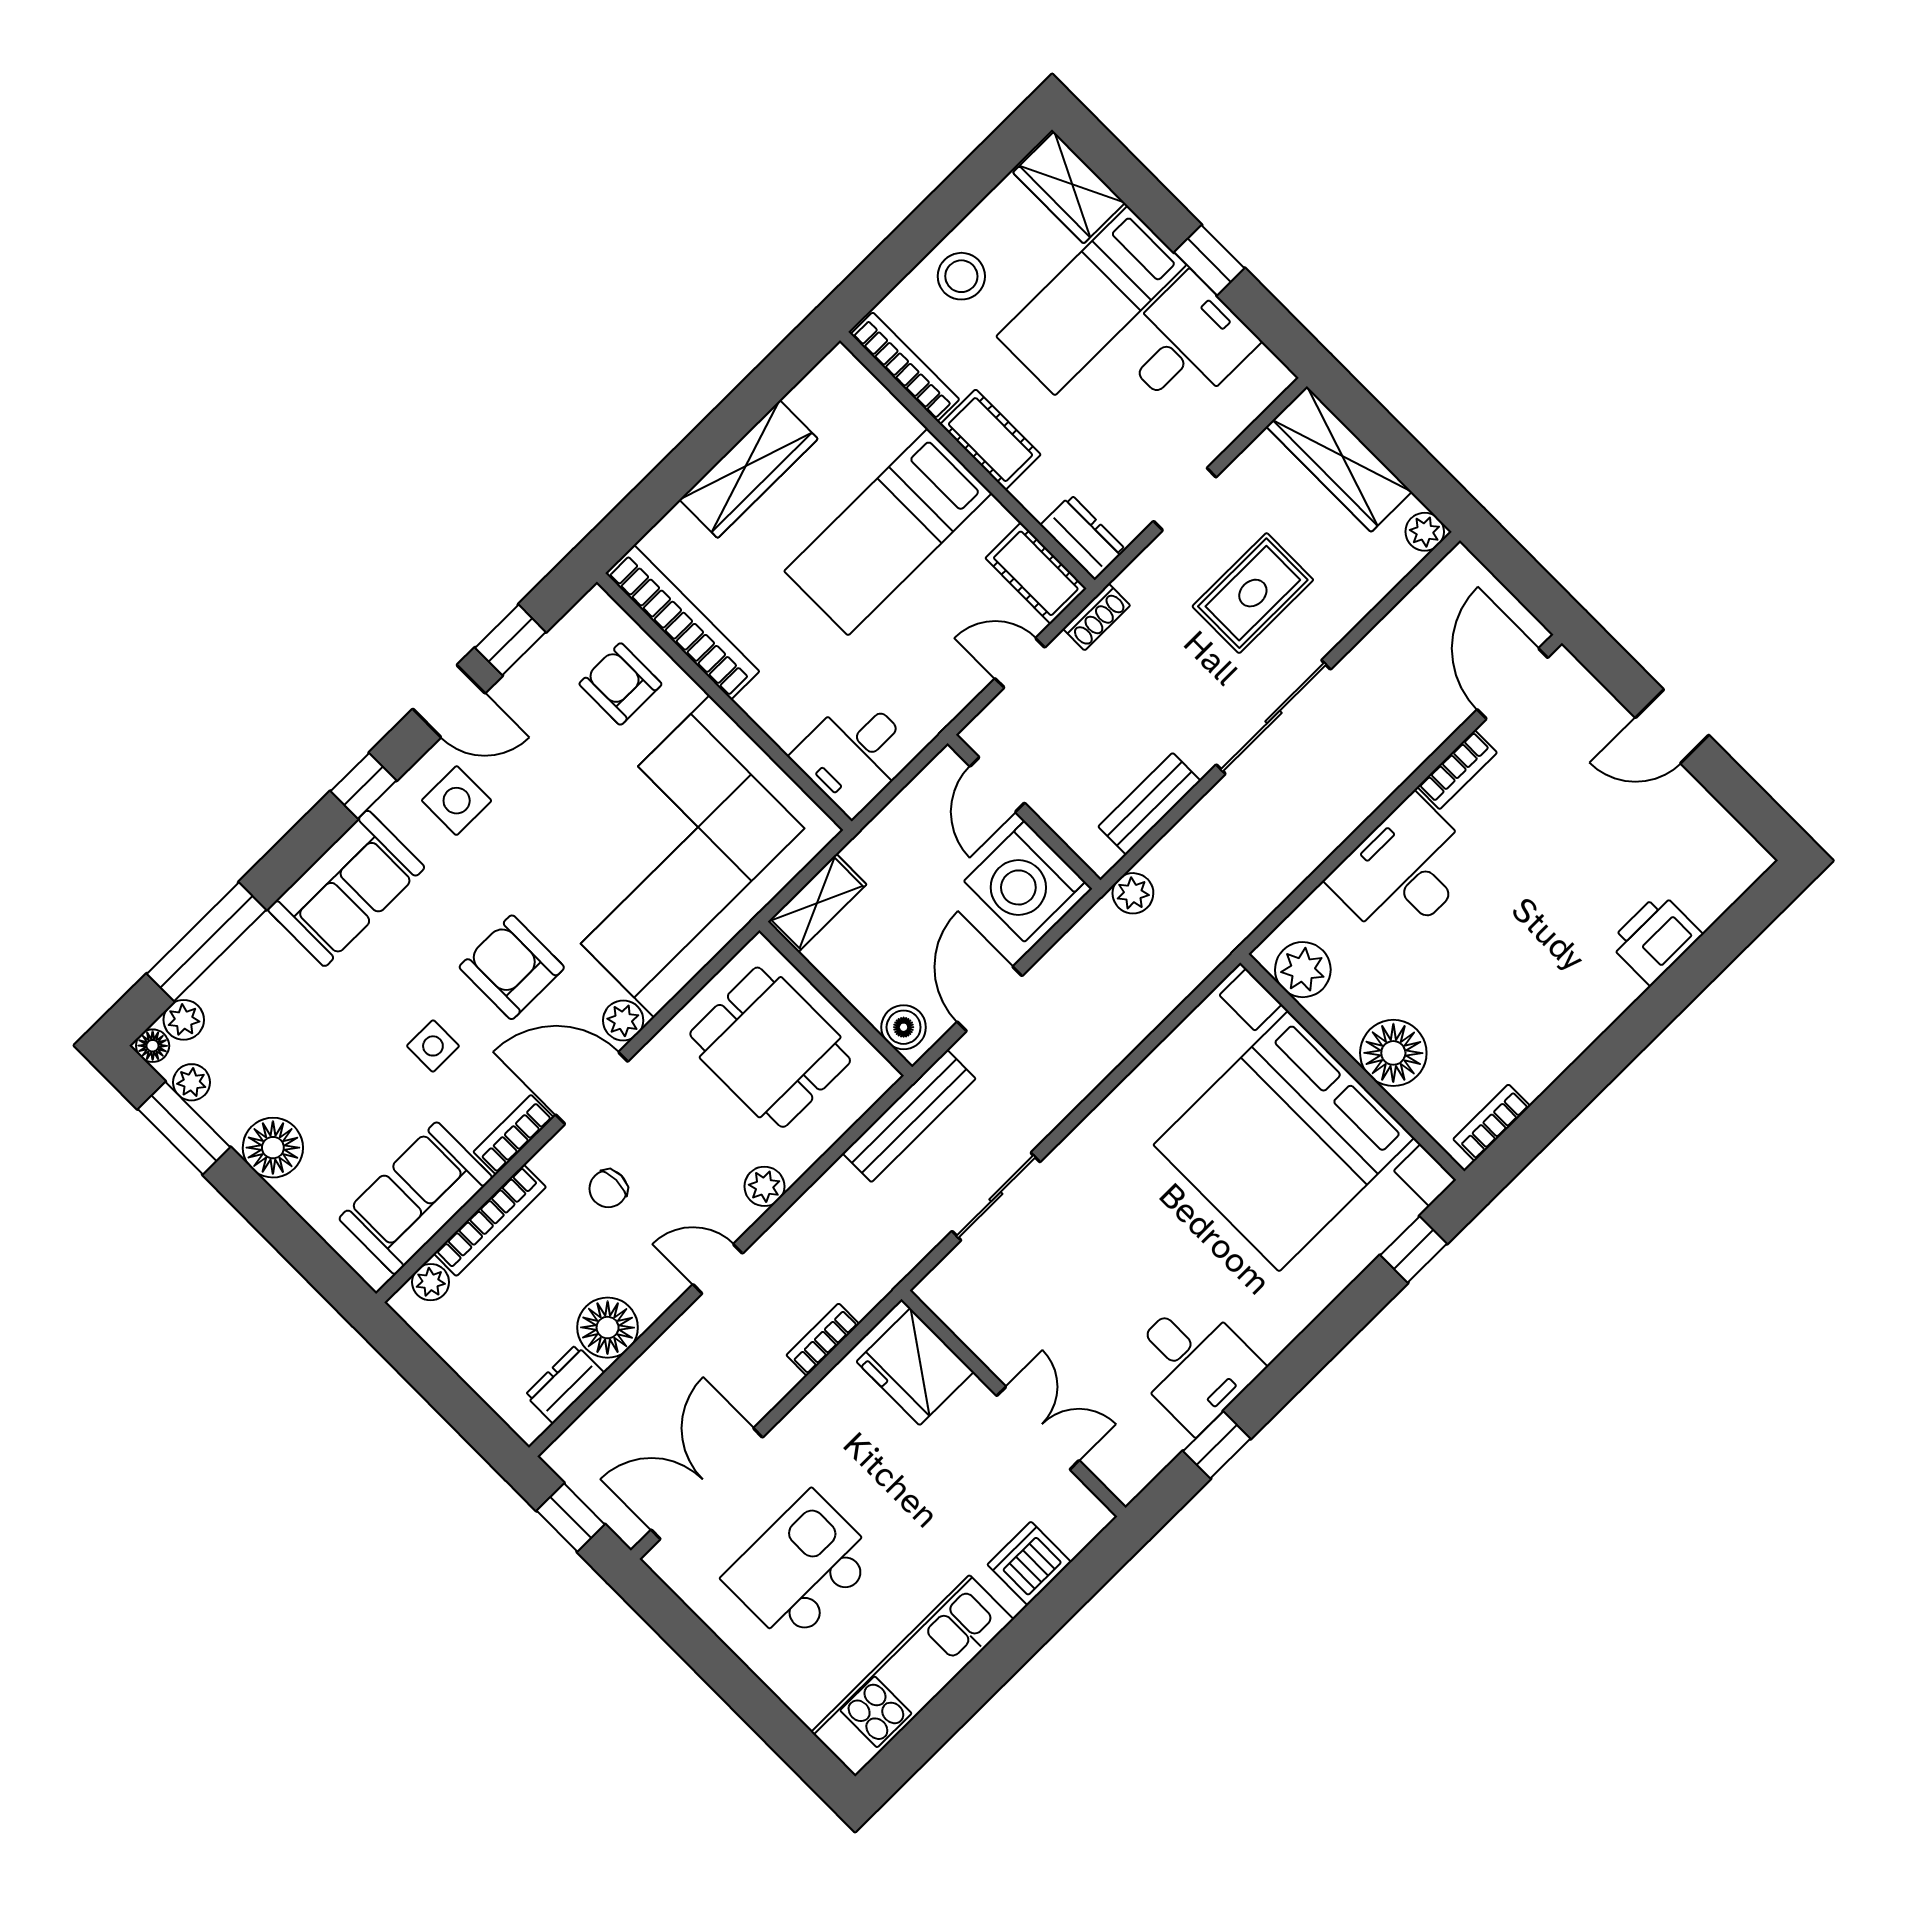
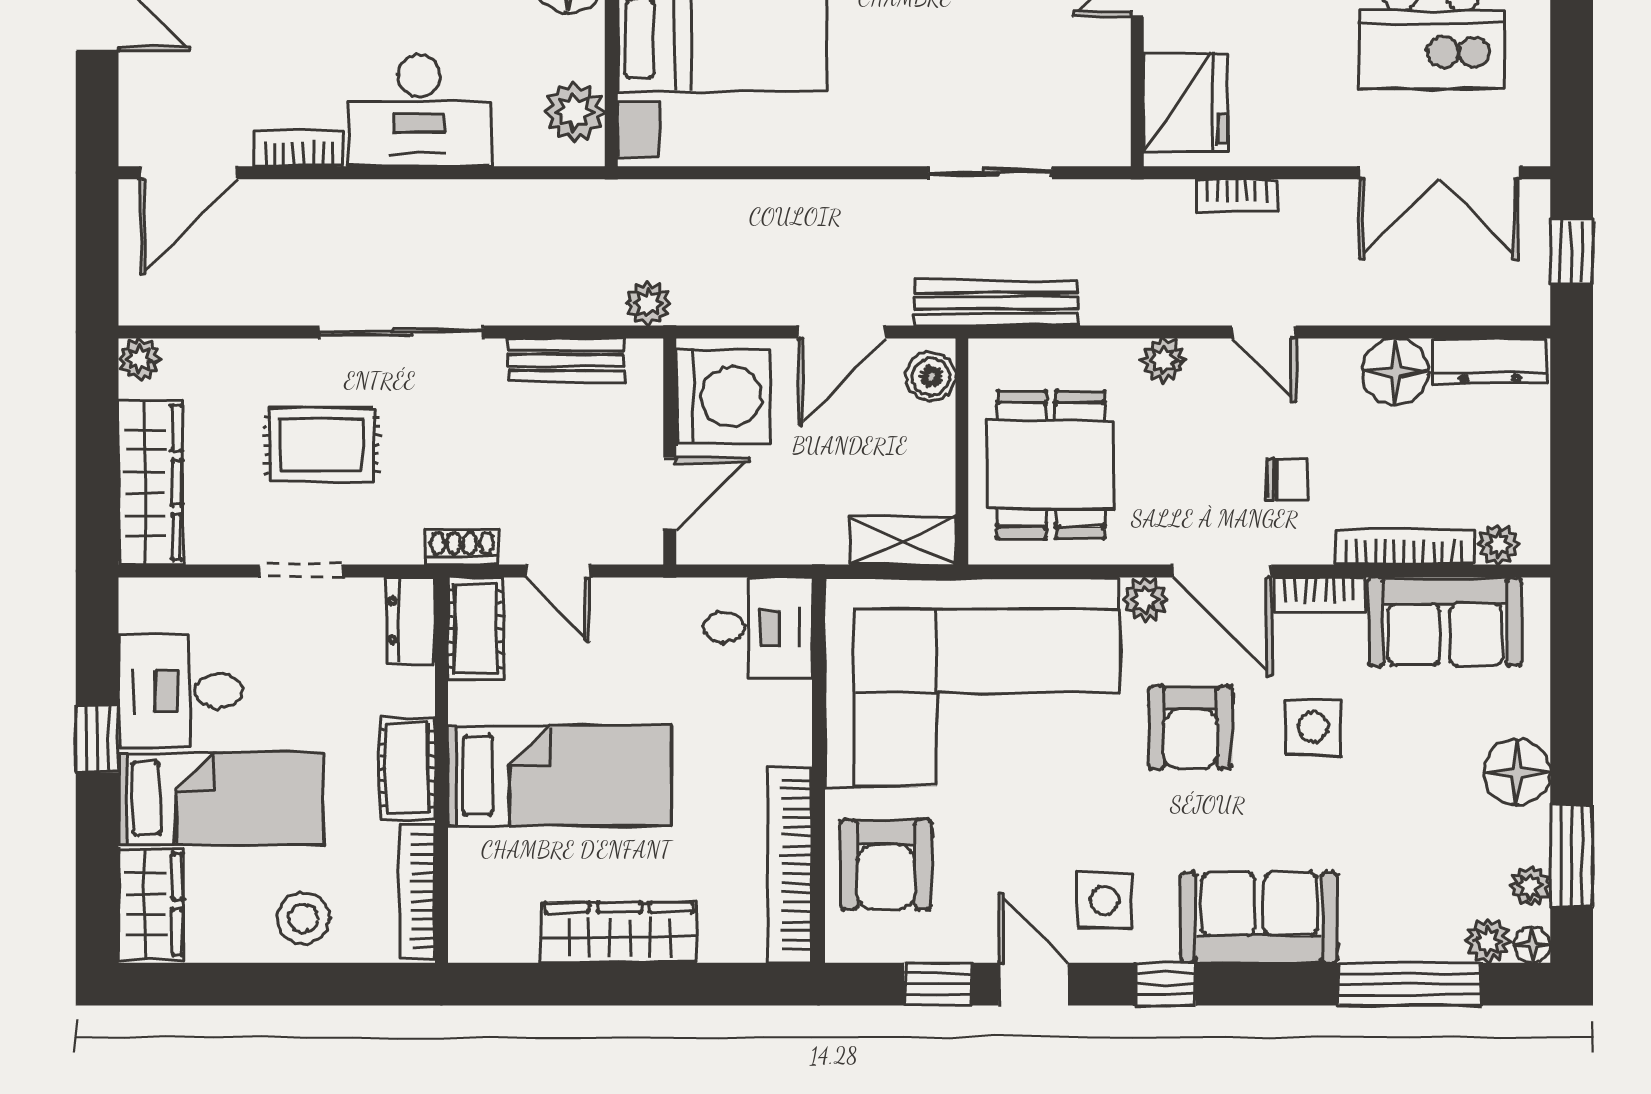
armchair: (620, 684) -> (886, 864), width x1.38, depth x1.38
side table: (433, 1046) -> (1313, 727), width x1.37, depth x1.37
dresser: (565, 1384) -> (1490, 361), width x1.44

